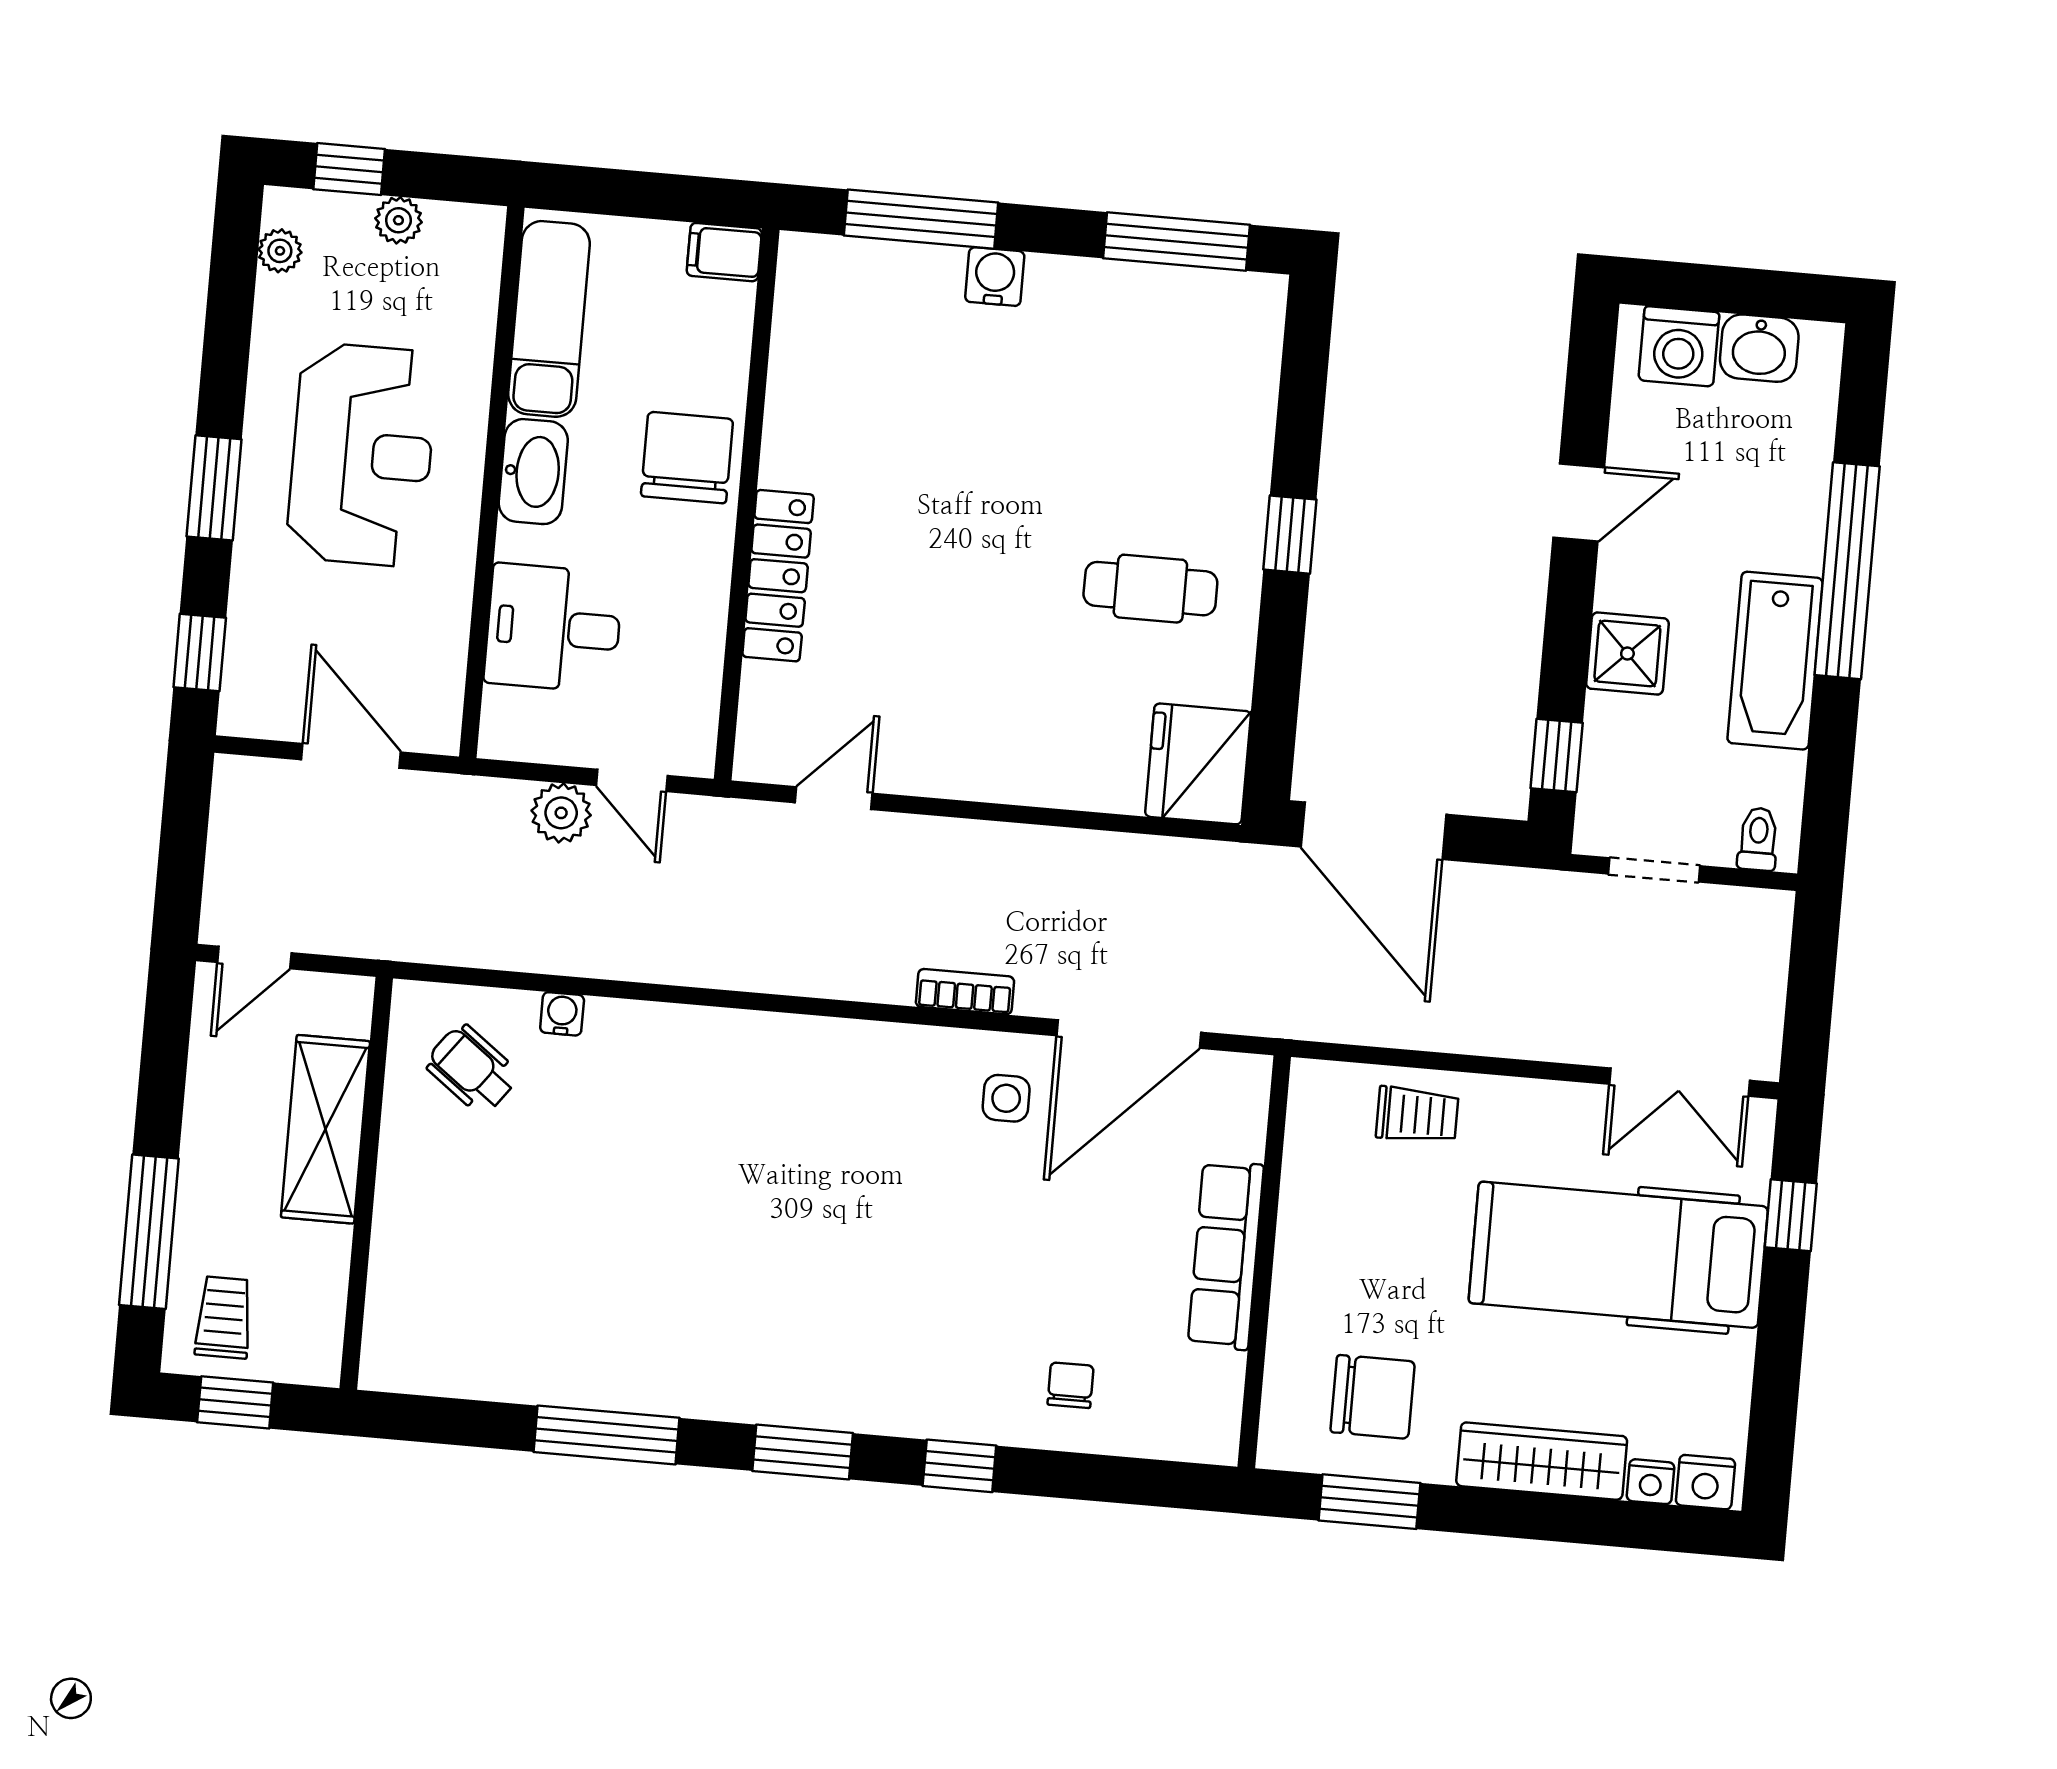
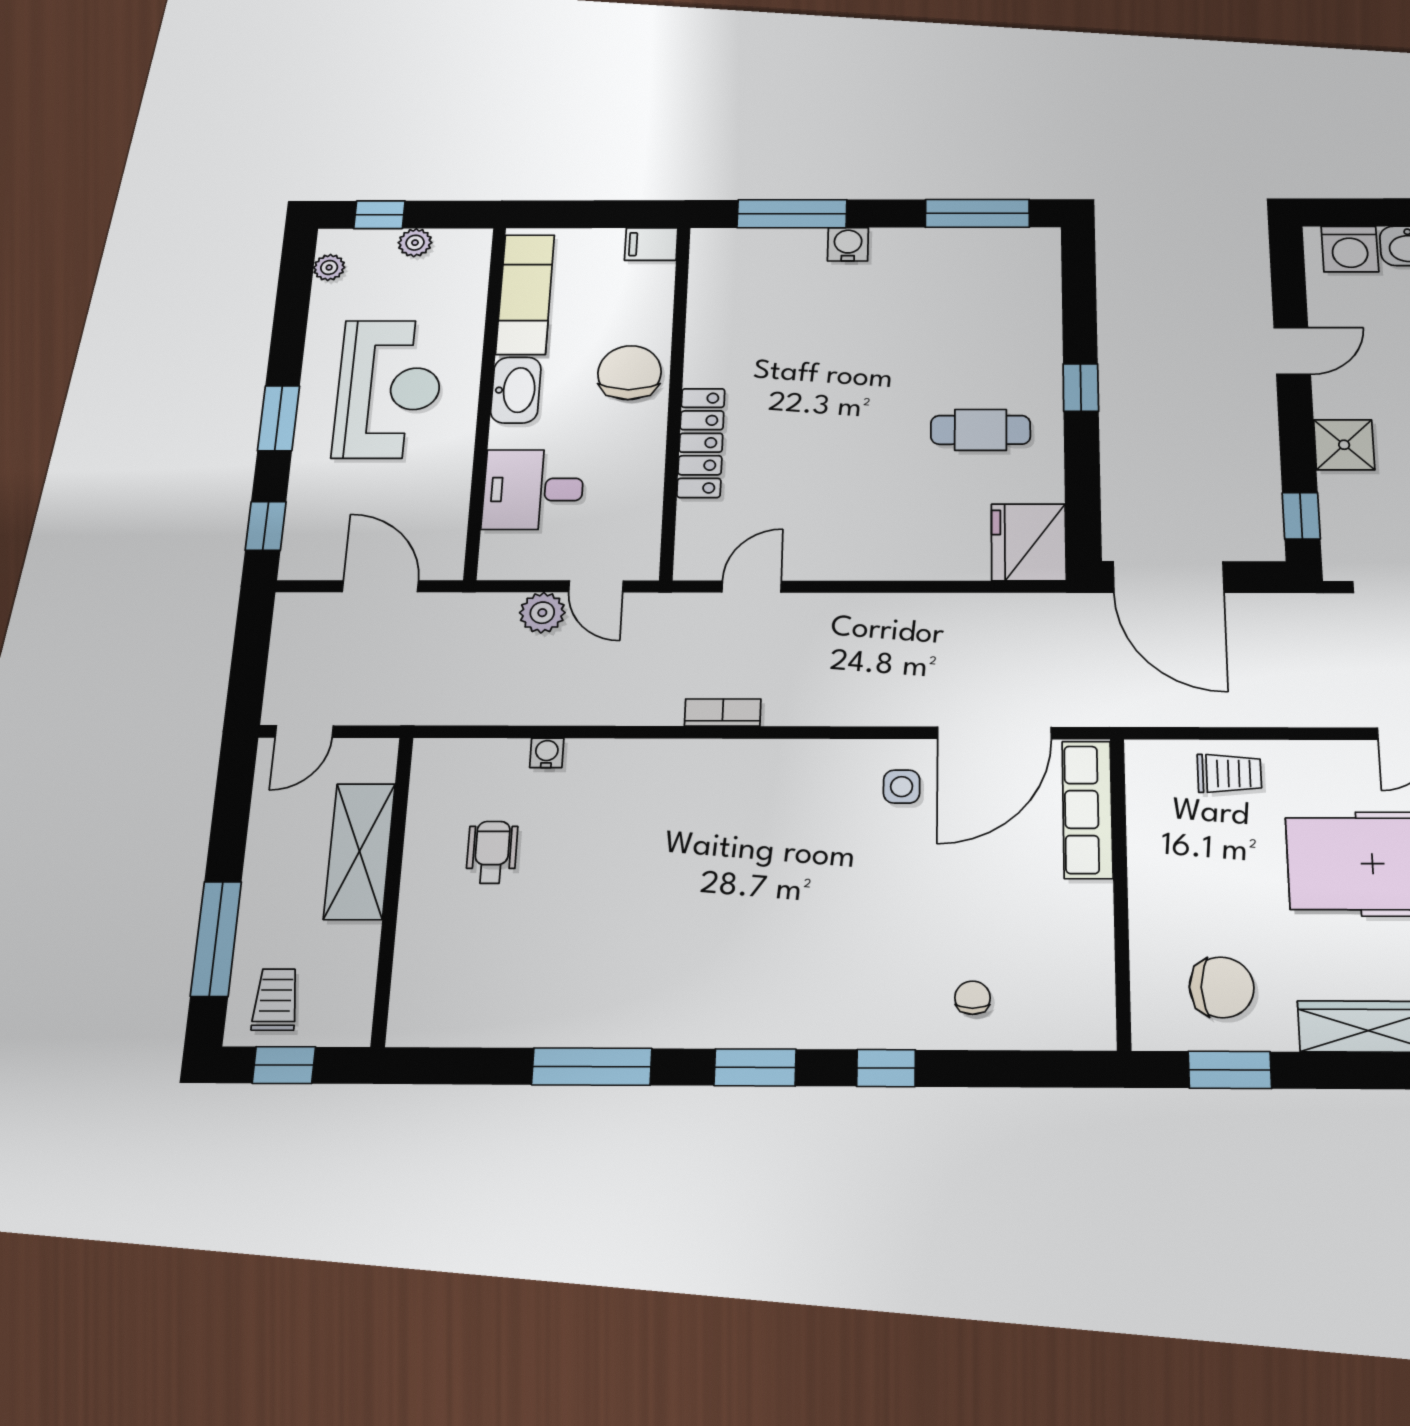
bookcase: (965, 992) -> (723, 713), moved
wheelchair: (472, 1069) -> (492, 852), moved, turned 53
row of seats: (1226, 1255) -> (1087, 809), moved

